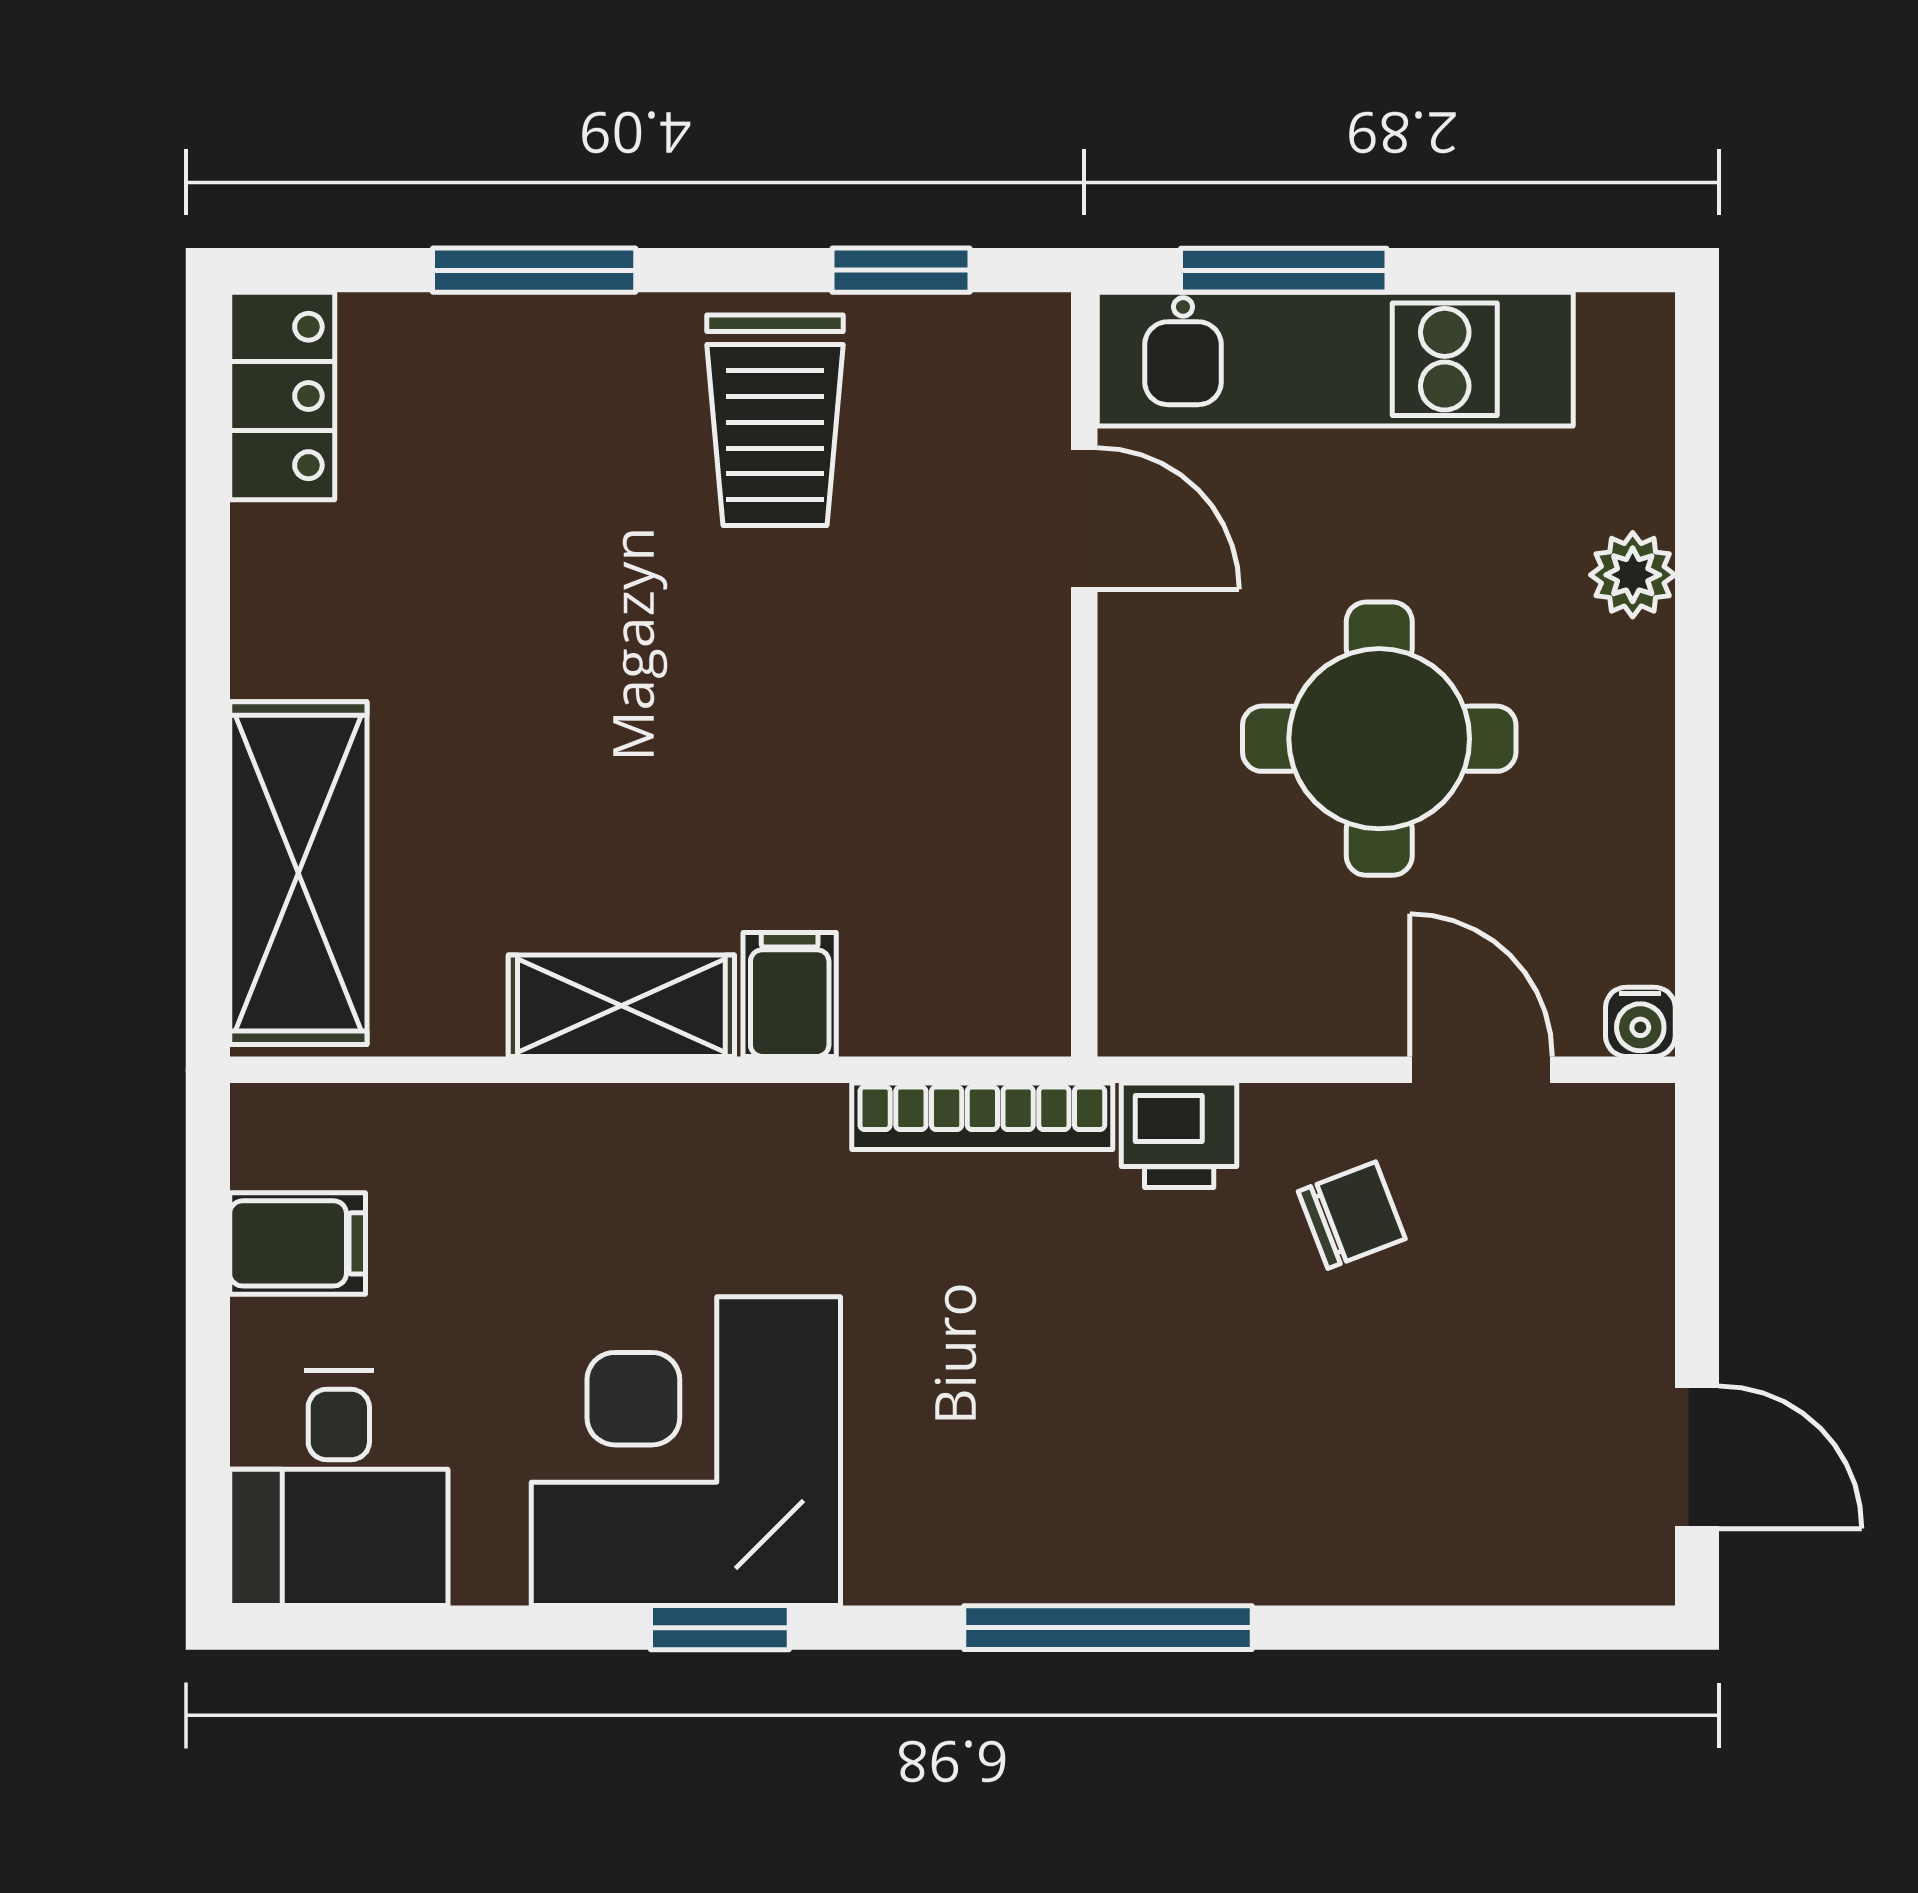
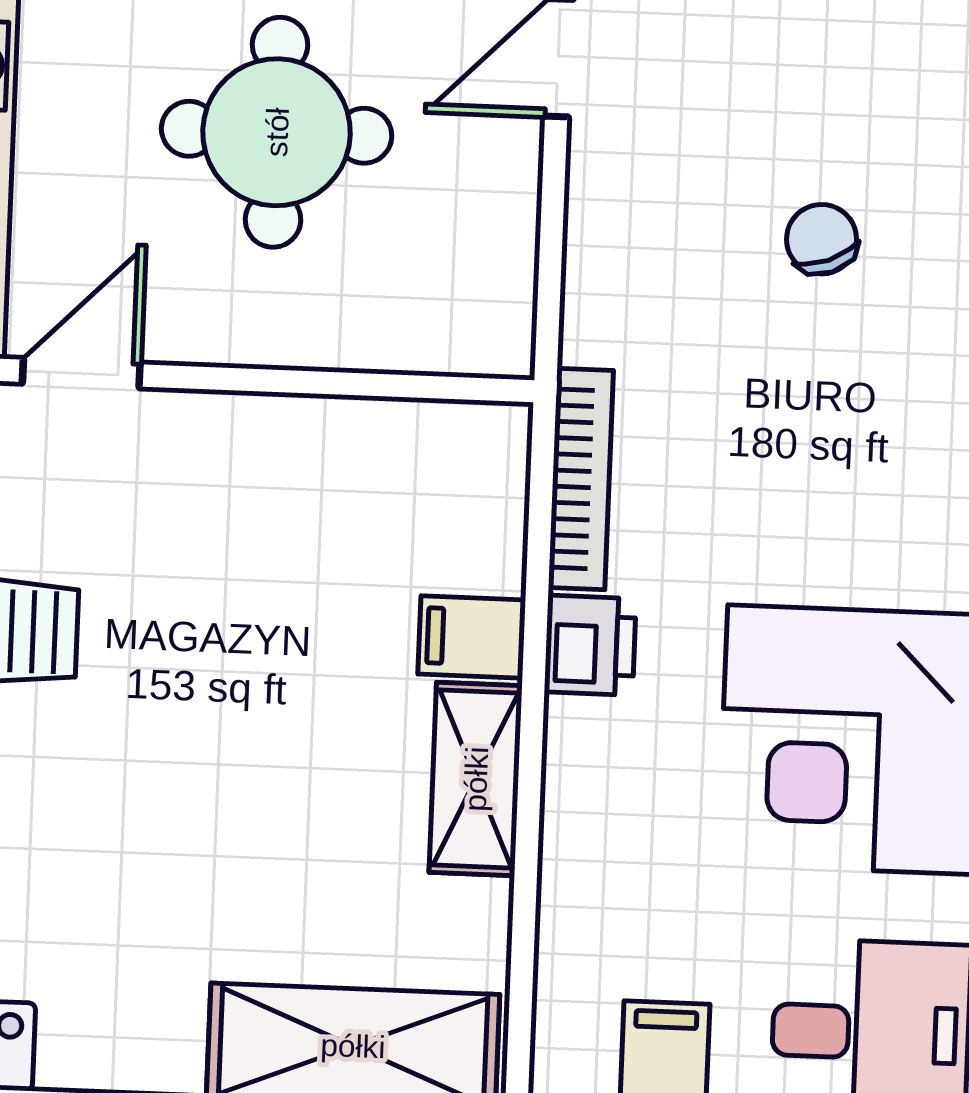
printer: (1179, 1135) -> (590, 645), moved
chair: (1352, 1215) -> (822, 239), moved

